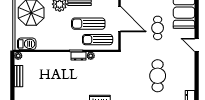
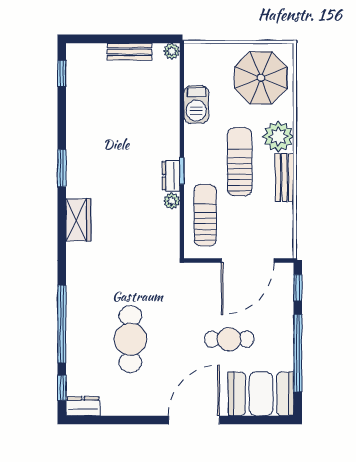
sun lounger: (88, 24) -> (240, 162), moved
barbecue: (27, 44) -> (196, 105), moved
door: (197, 45) -> (194, 420), width x1.87
cafe table: (158, 76) -> (130, 339), turned 90

